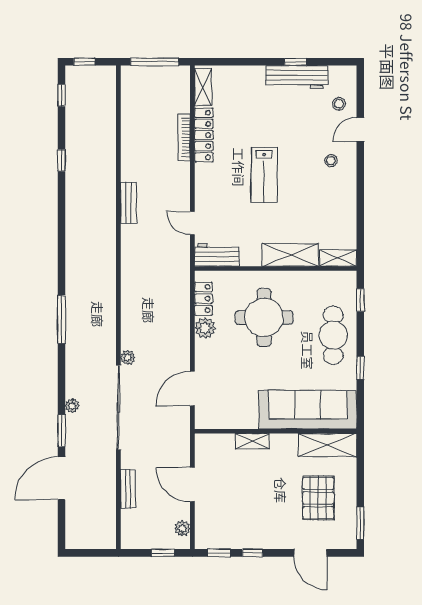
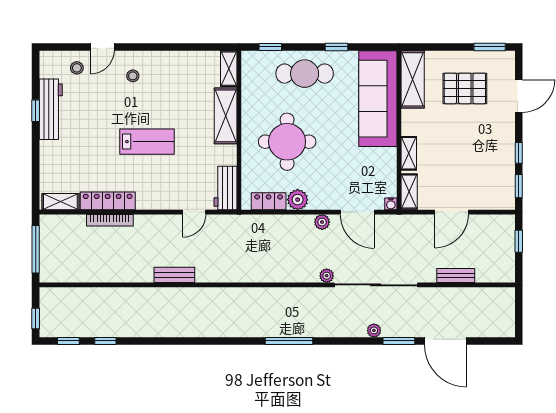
door: (360, 130) -> (102, 47), hinge flipped
window: (62, 160) -> (105, 341), moved
water cooler: (201, 423) -> (391, 204), added
shelving: (213, 442) -> (409, 192), added
plant: (182, 528) -> (322, 222), moved

